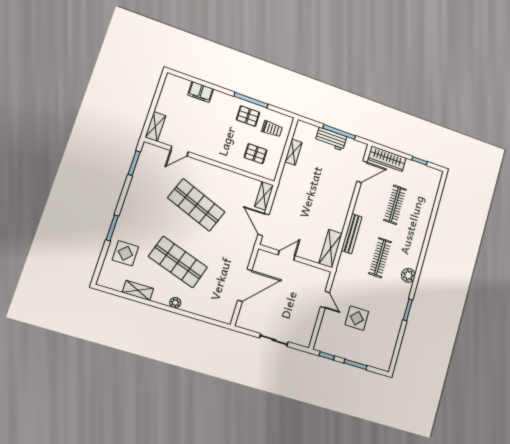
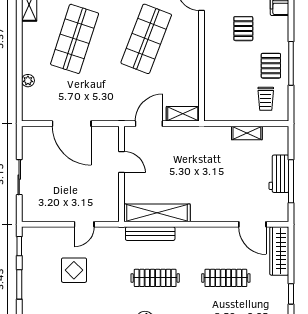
pallet: (256, 154) -> (243, 29), moved
bench: (352, 234) -> (150, 234), moved
shelving: (331, 249) -> (157, 213), width x1.47
plant: (175, 303) -> (28, 81), moved

